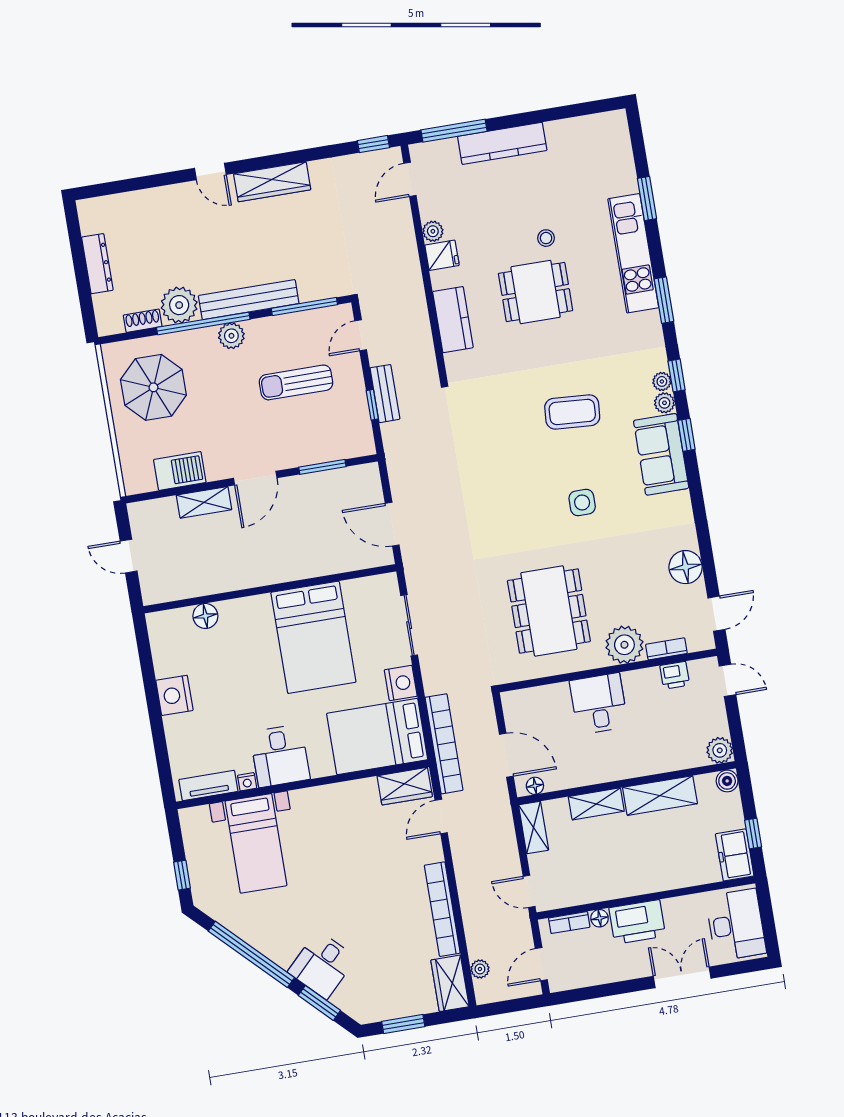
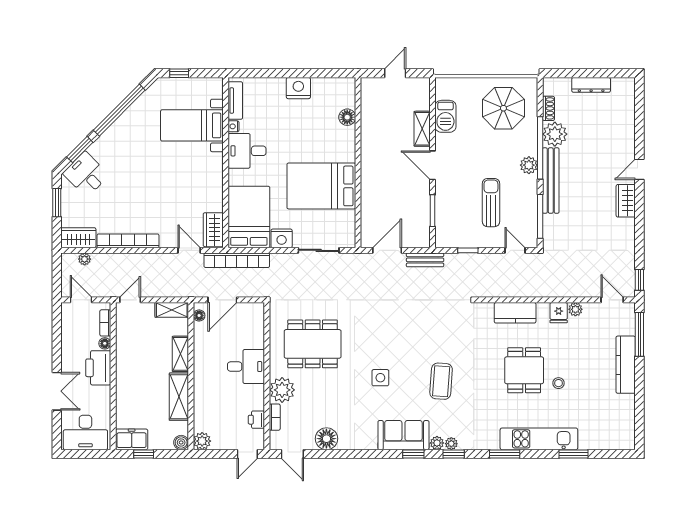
wardrobe: (272, 182) -> (626, 201), width x0.67
bench: (385, 394) -> (425, 260), moved
desk: (322, 965) -> (86, 174), moved

